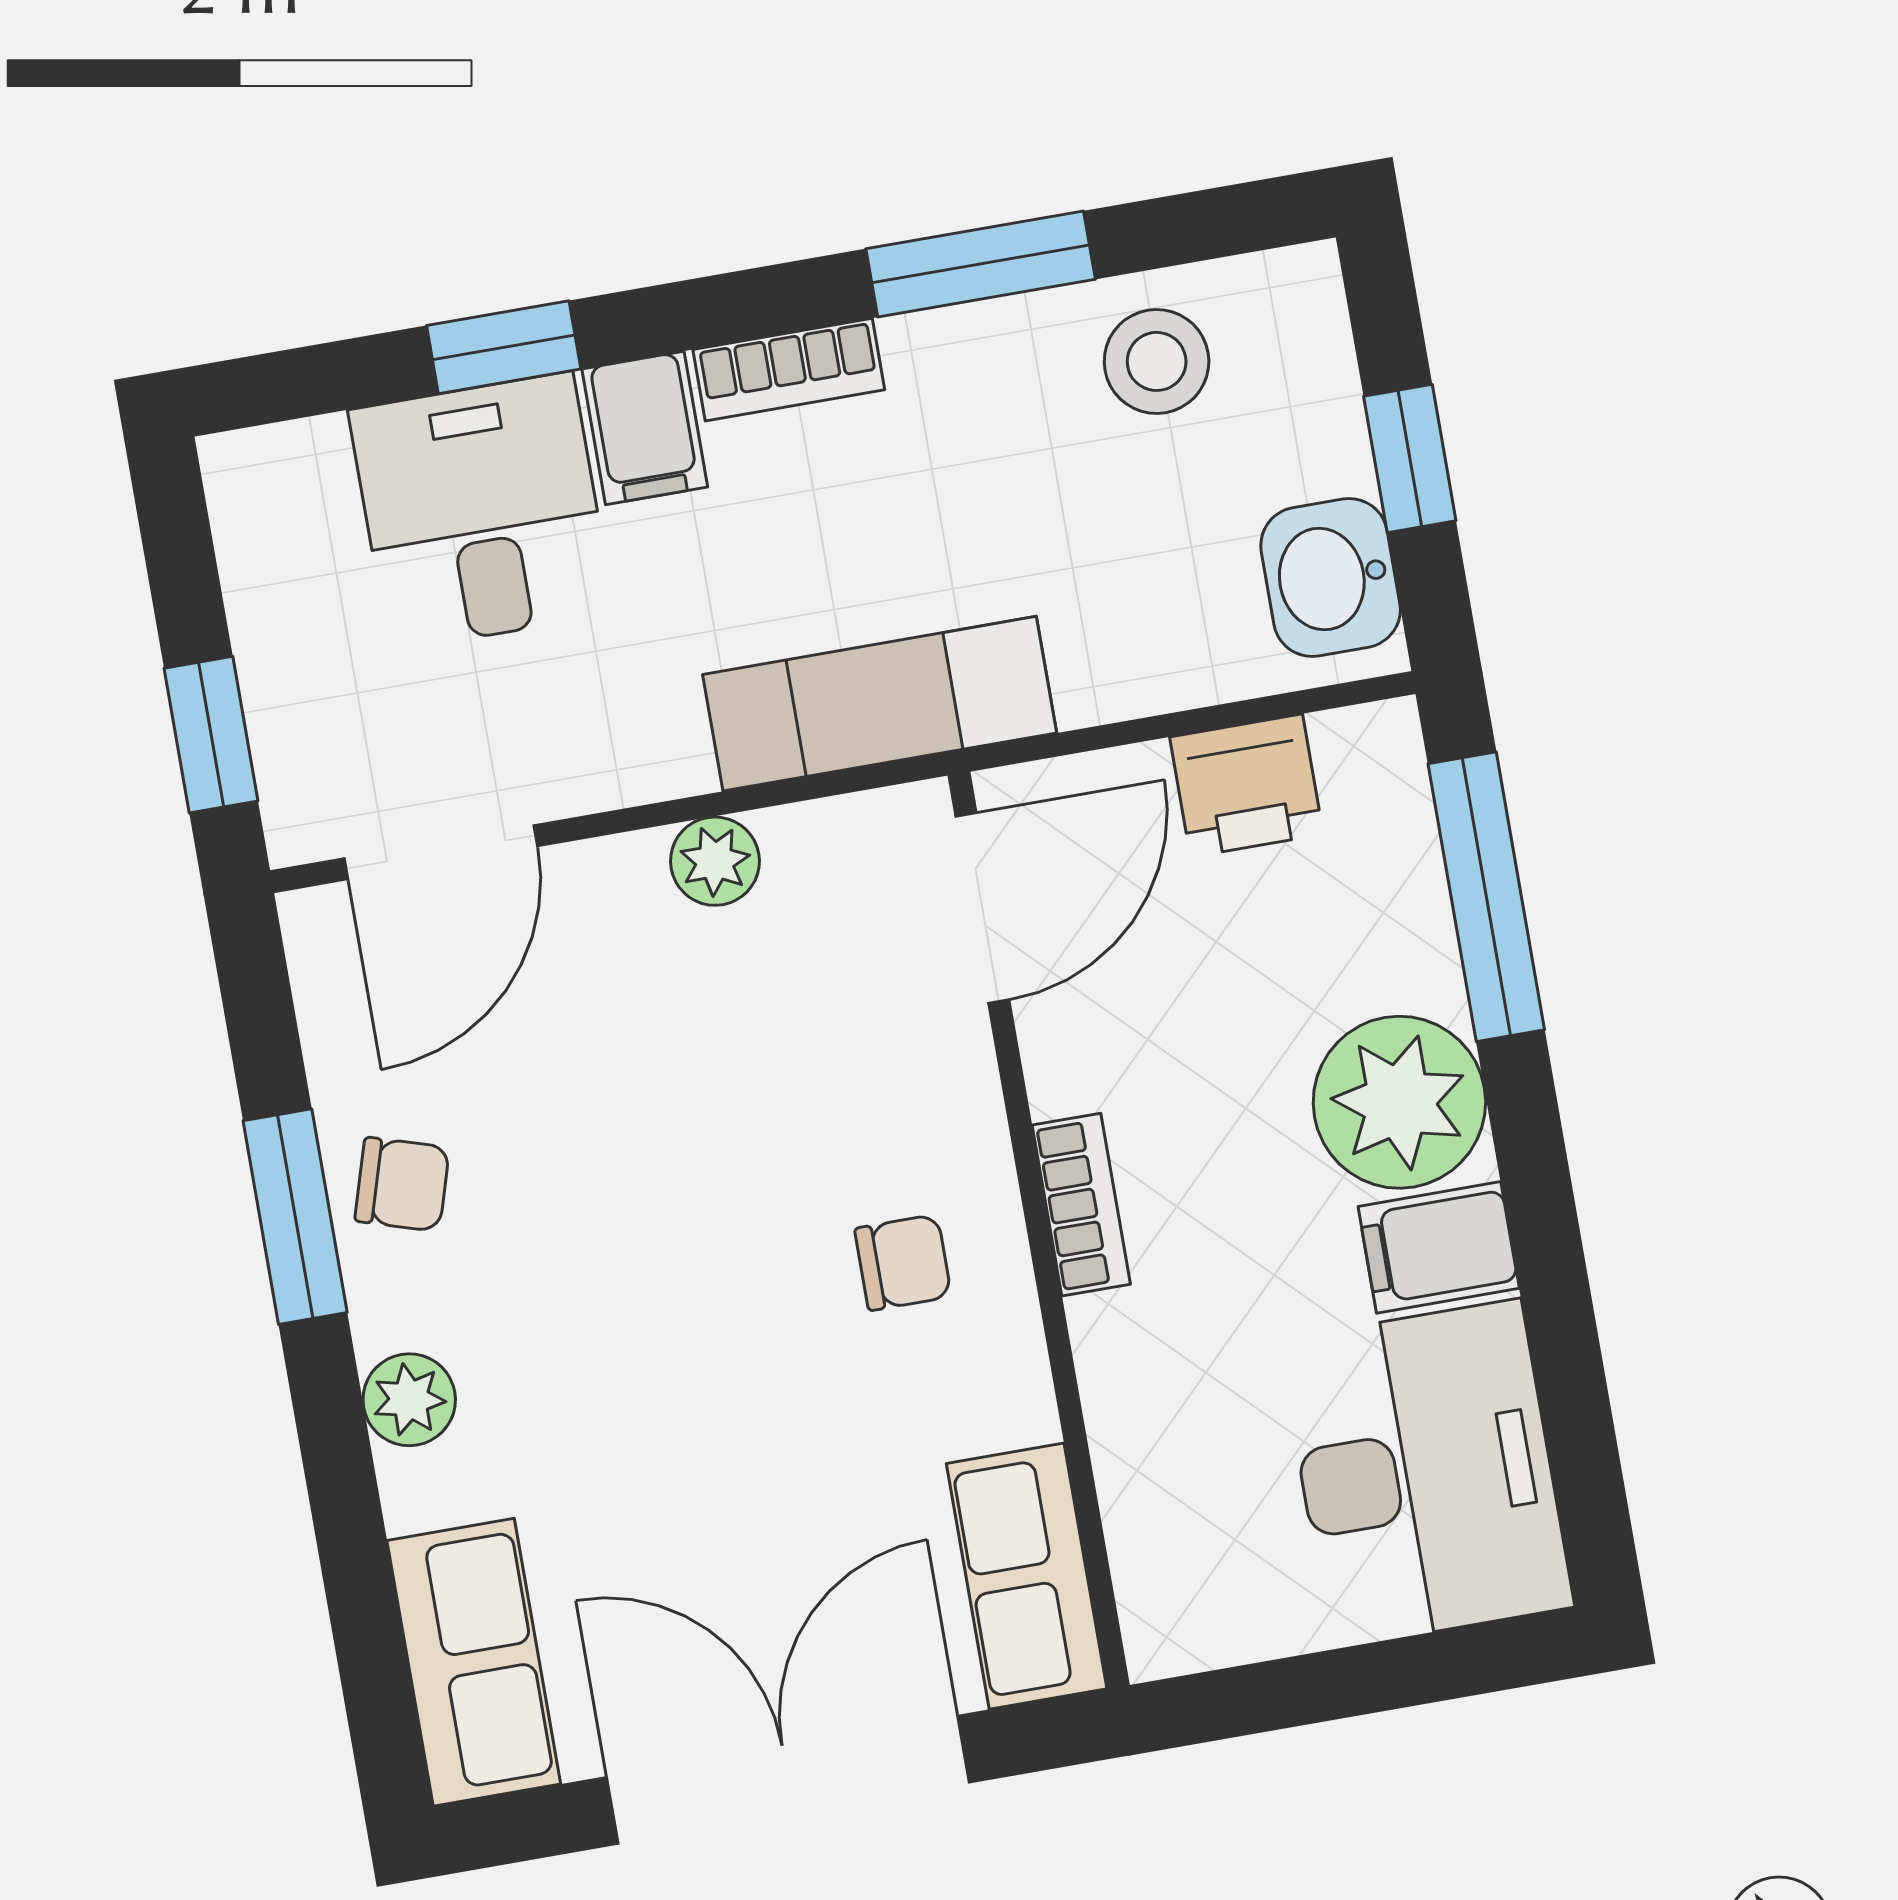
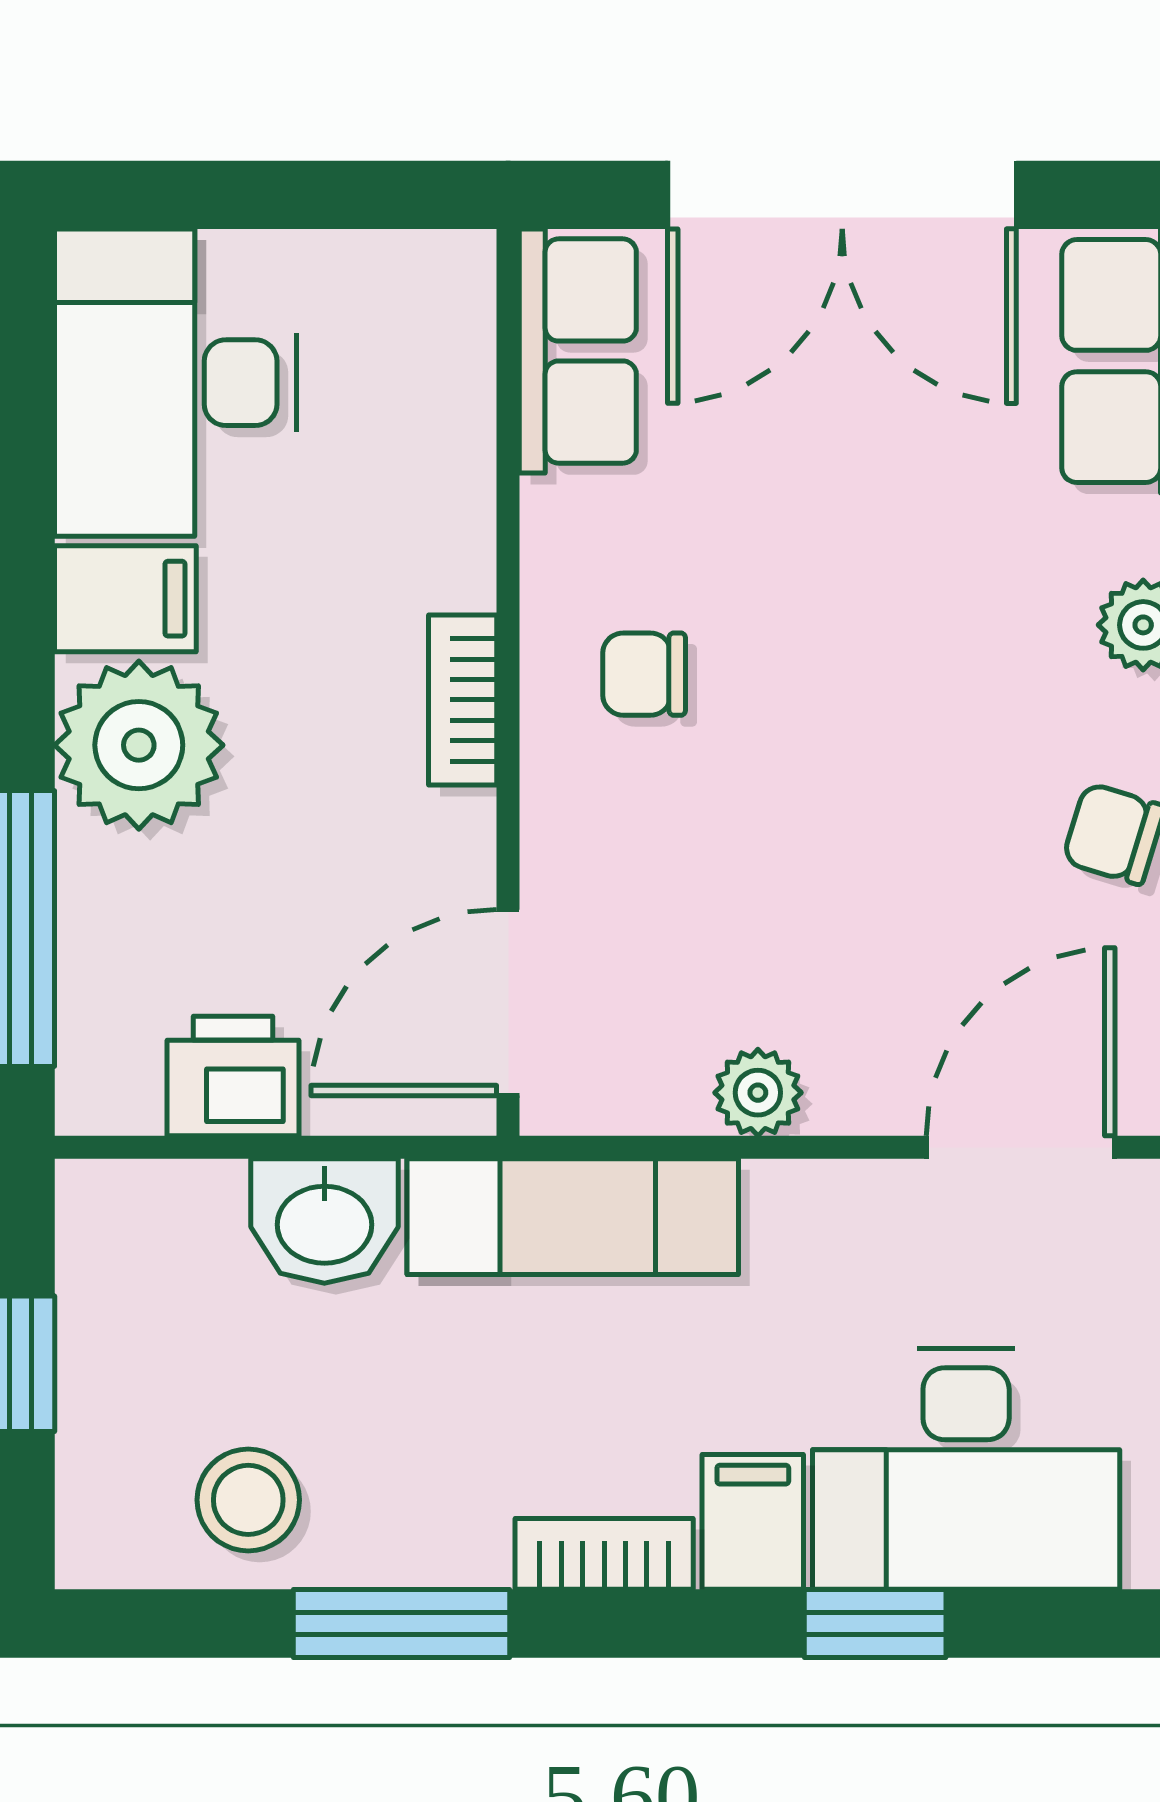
desk: (481, 512) -> (966, 1469), width x1.37
washbasin: (1331, 578) -> (324, 1221), moved, turned 90

